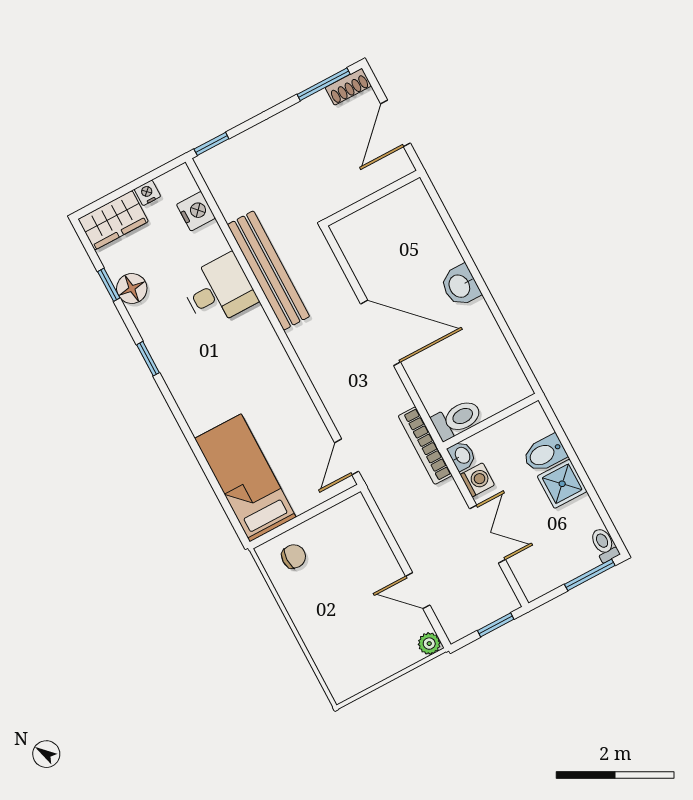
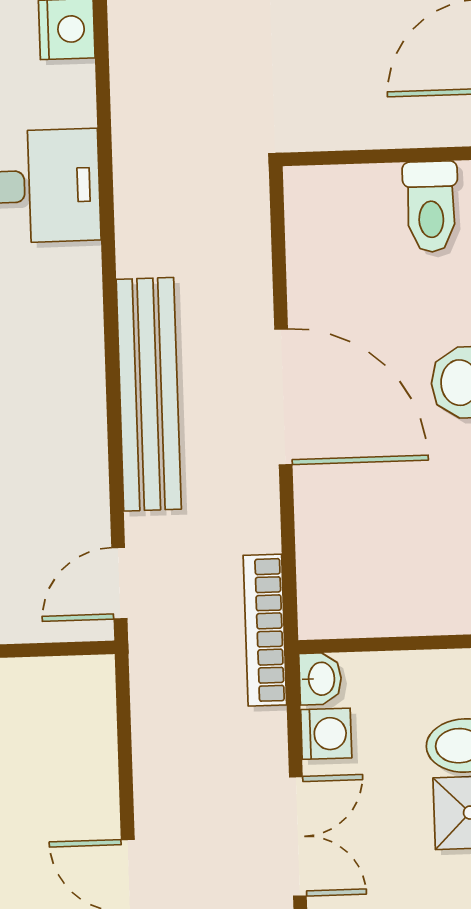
bench: (268, 270) -> (149, 394), moved
toilet: (457, 419) -> (431, 207), moved, turned 90

